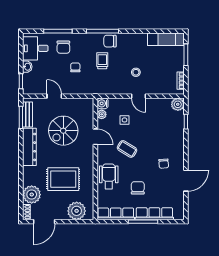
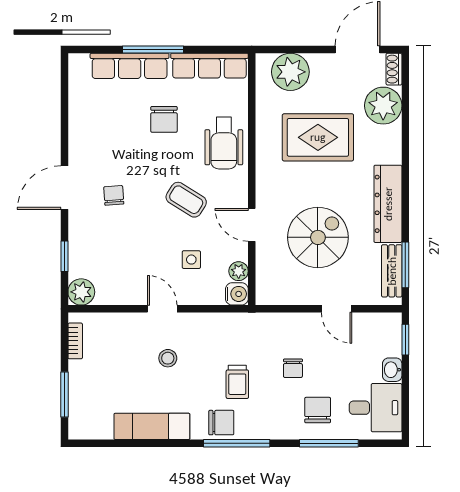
exam couch: (166, 39) -> (152, 426), moved
chair: (164, 164) -> (114, 195), moved
door: (186, 181) -> (64, 188), moved

